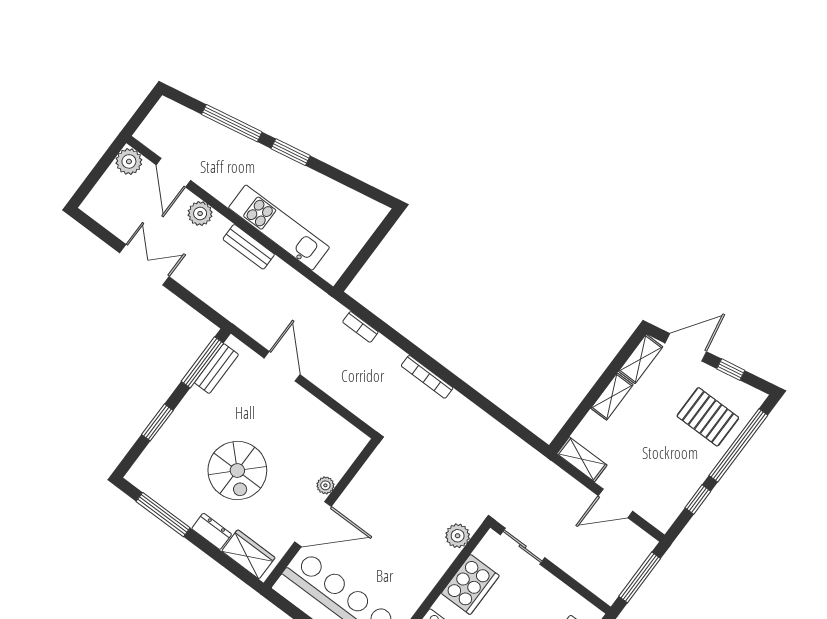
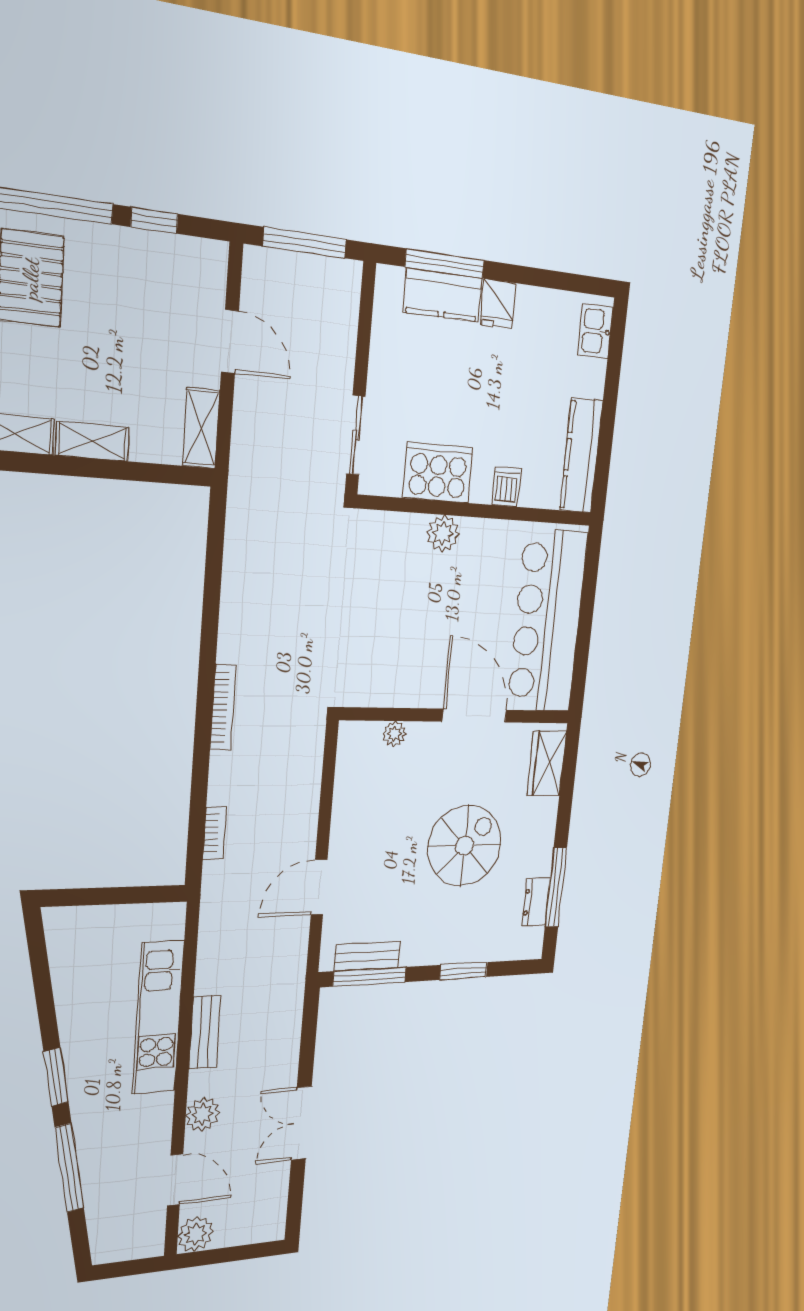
door: (173, 173) -> (175, 1180), hinge flipped
plant: (325, 485) -> (394, 734), moved
dresser: (212, 531) -> (536, 902), moved
plant: (458, 536) -> (443, 533), moved

